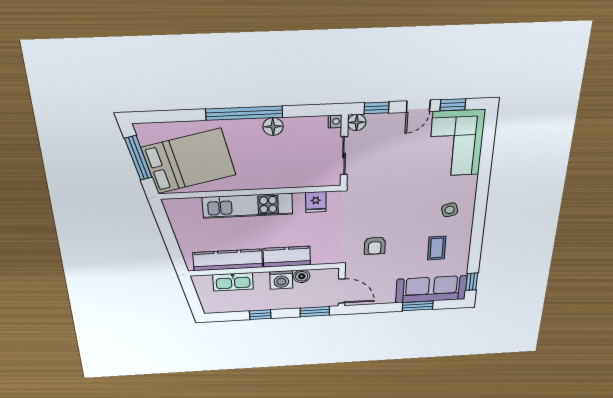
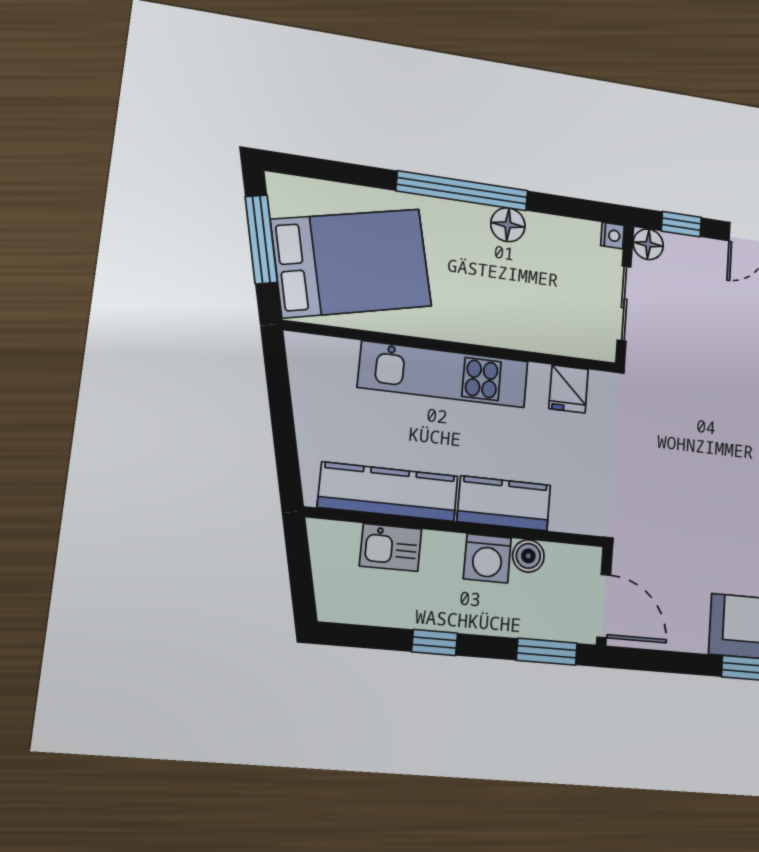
armchair: (375, 246) -> (671, 505), removed
kitchen sink: (233, 282) -> (391, 547), width x0.73

